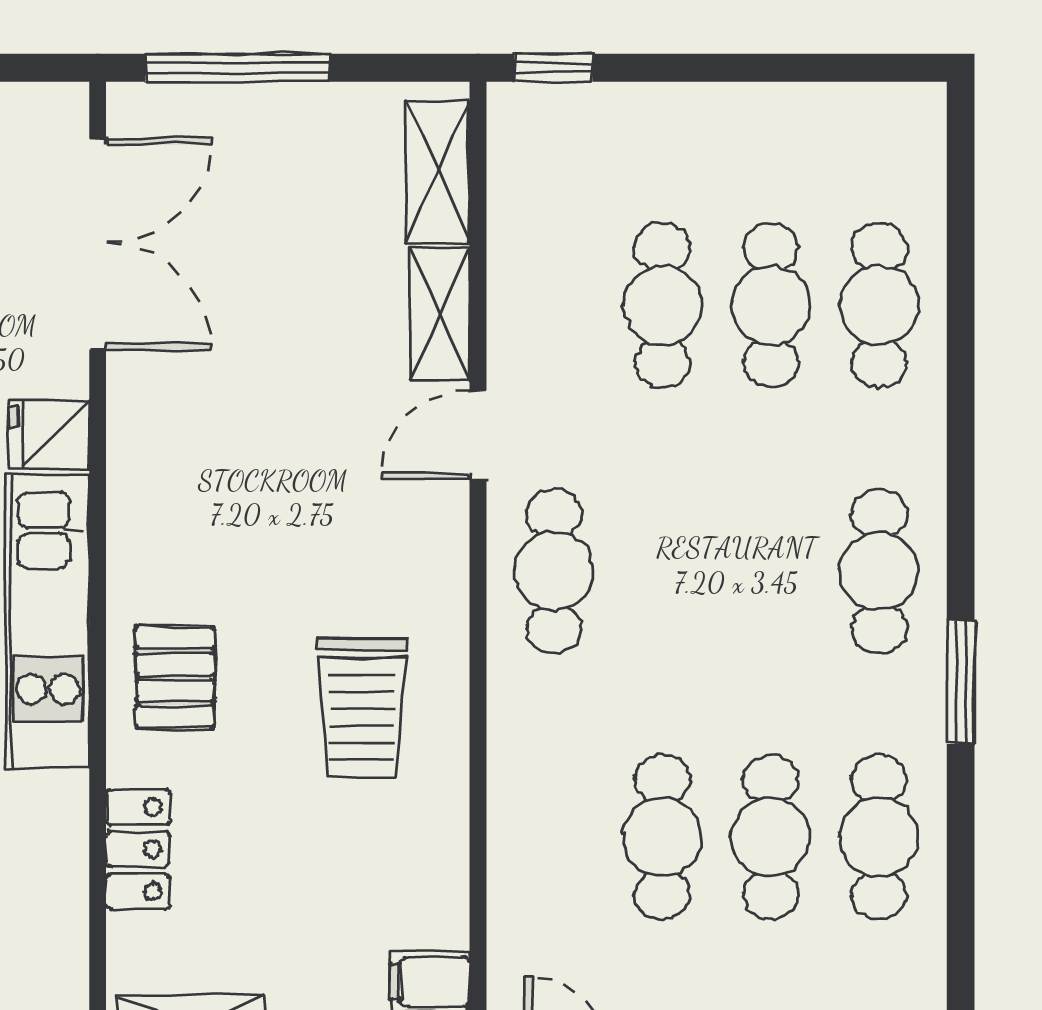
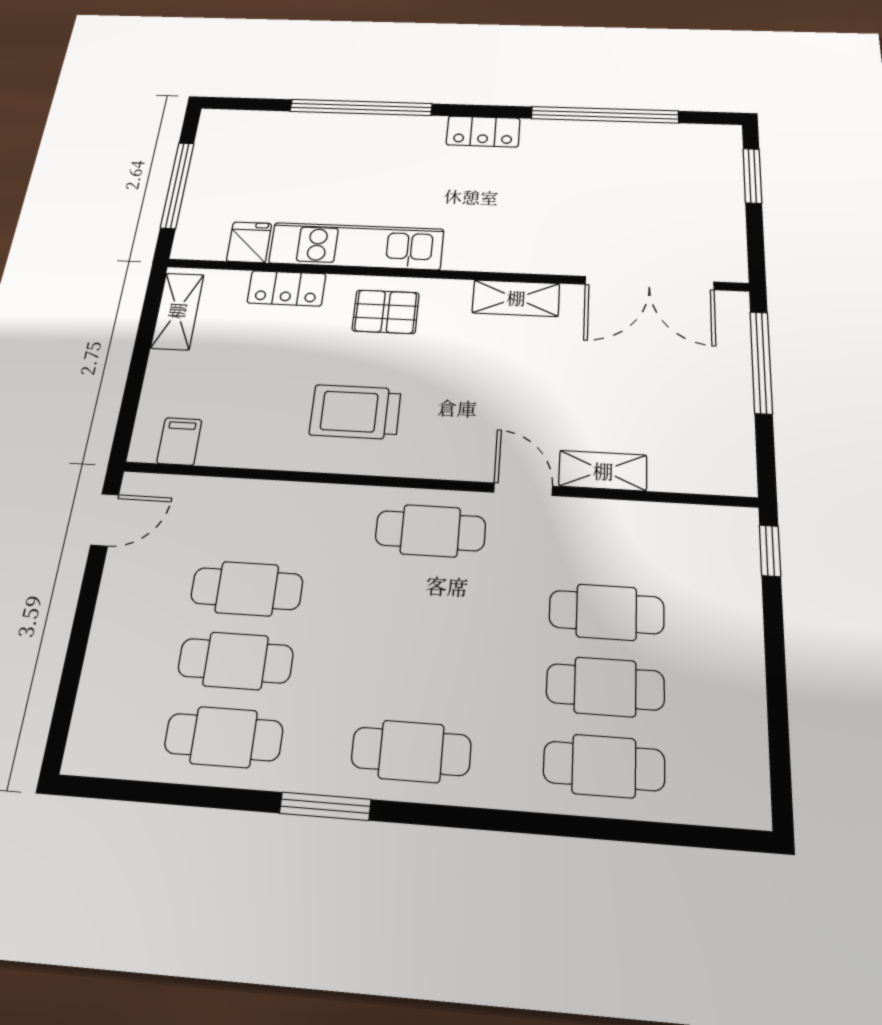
shelving: (438, 171) -> (516, 298), moved
fridge: (49, 435) -> (249, 242), moved
kitchen unit: (48, 621) -> (356, 246), moved

